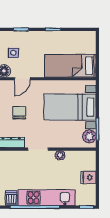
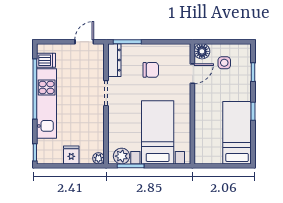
bed: (70, 66) -> (237, 133), moved
door: (22, 79) -> (192, 74), swing flipped
plant: (60, 155) -> (98, 158), moved

